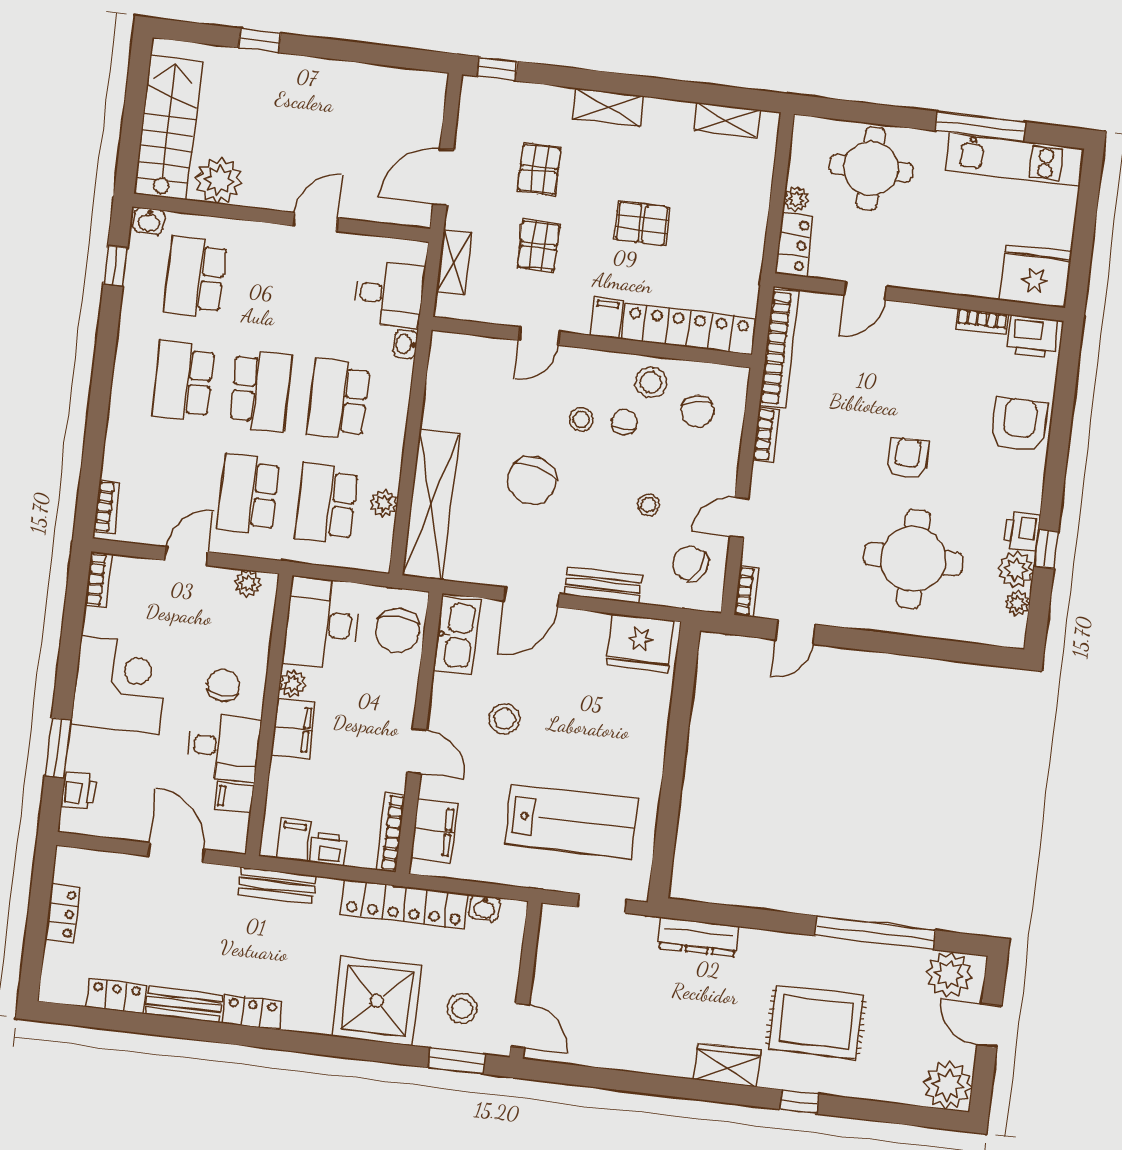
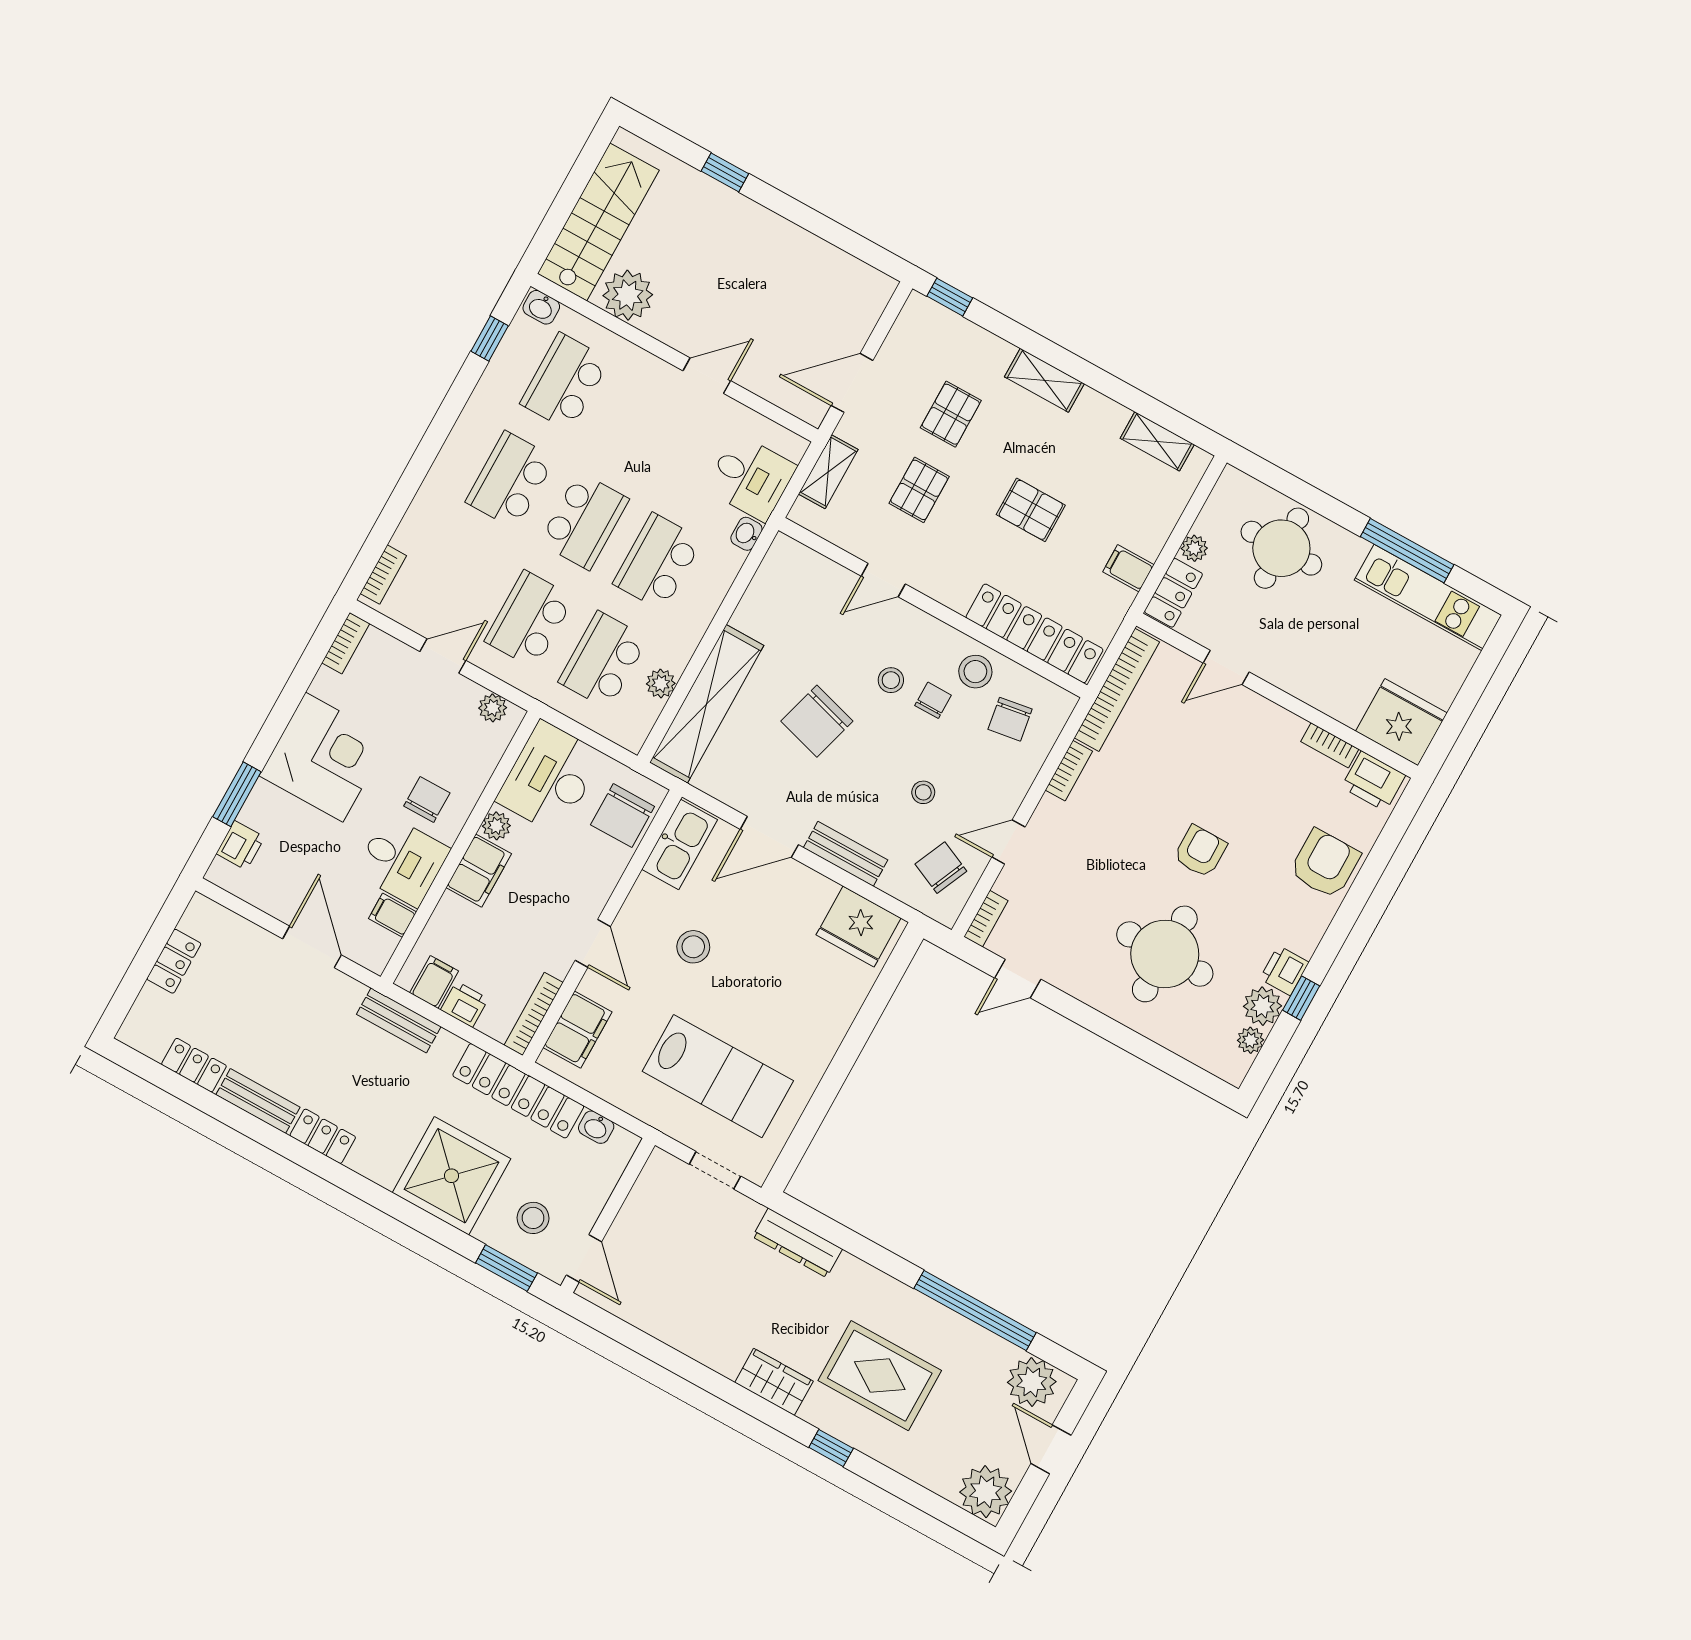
filing cabinet: (607, 318) -> (1128, 568), moved, turned -90

